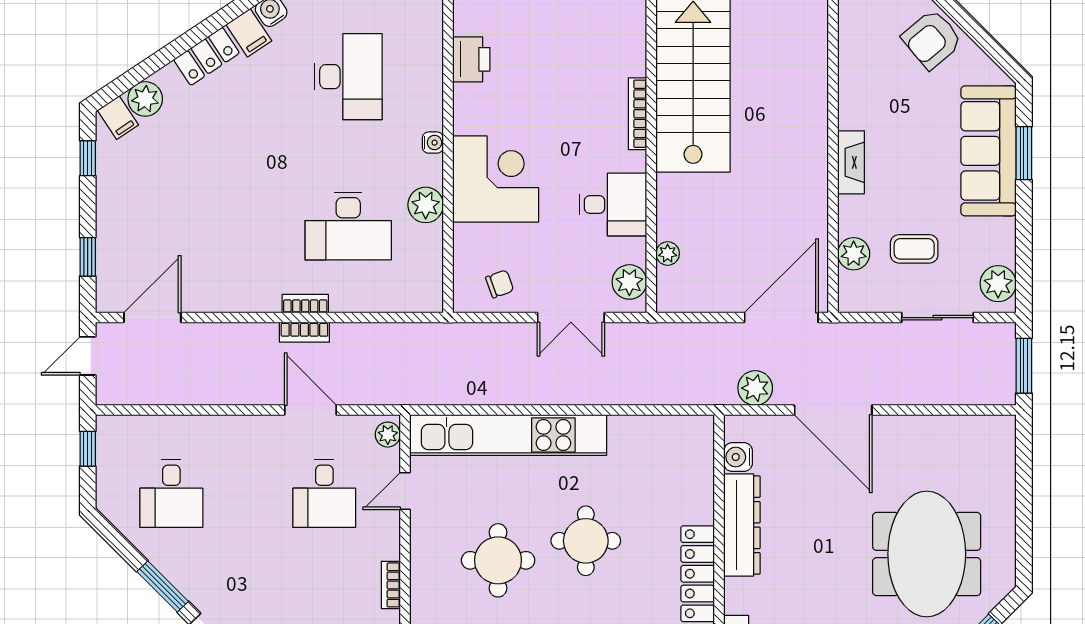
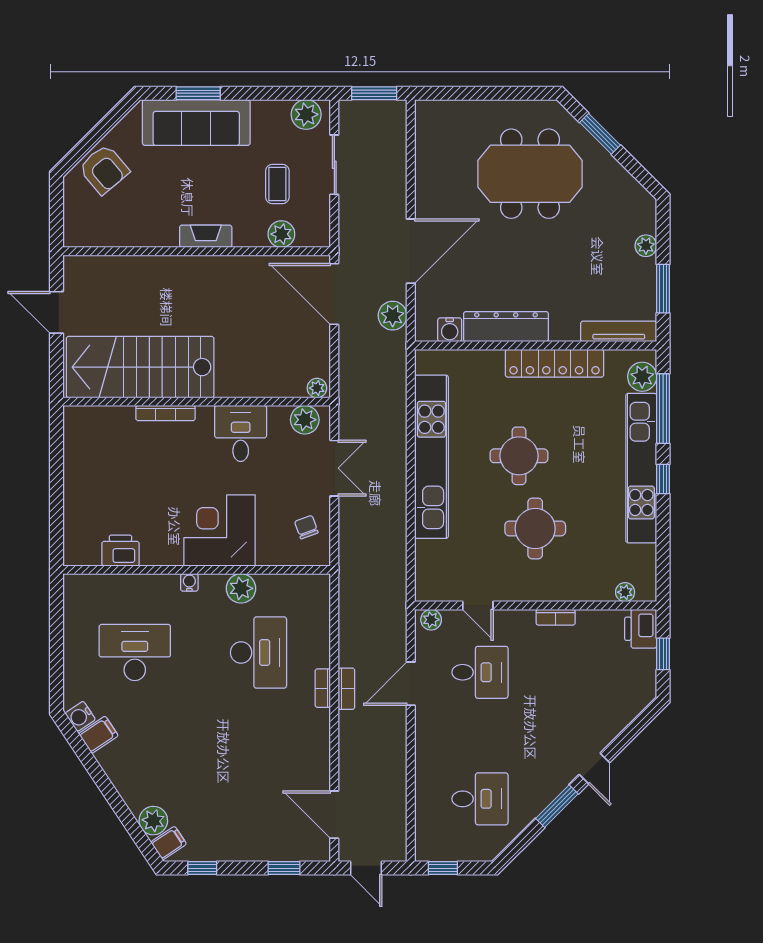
locker: (207, 56) -> (118, 770), removed
plant: (668, 254) -> (317, 388), moved
kitchen unit: (508, 435) -> (431, 457), moved

